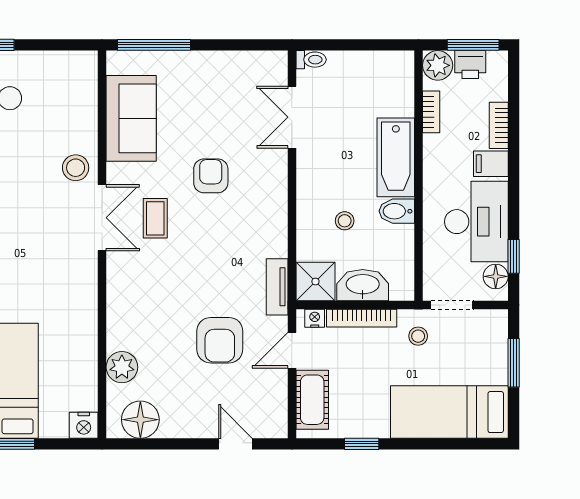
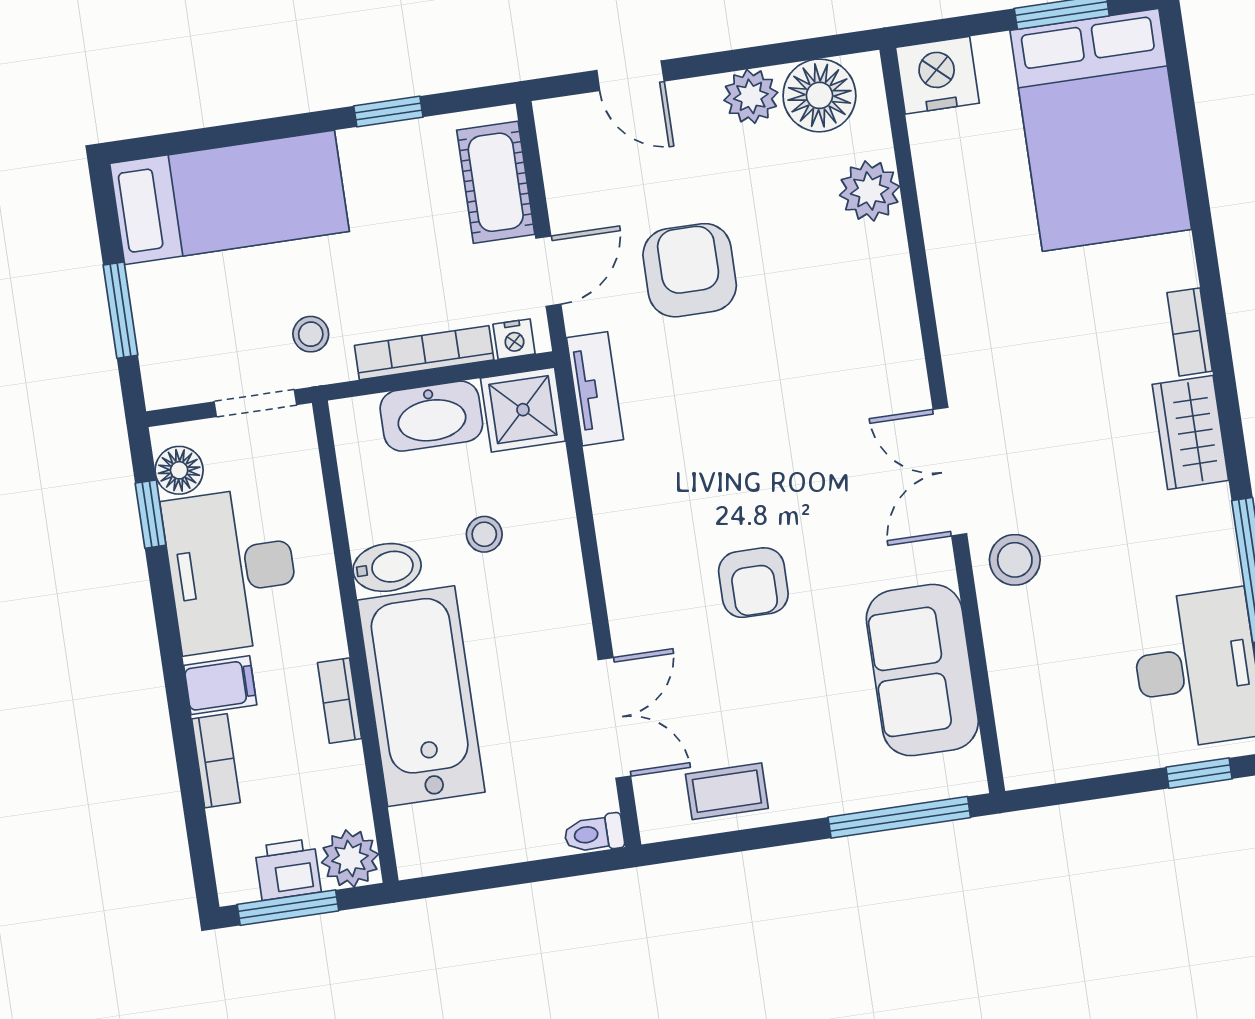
bookcase: (431, 112) -> (339, 701), moved
bathtub: (396, 157) -> (421, 696), width x1.36, depth x1.36
coffee table: (155, 218) -> (727, 791), moved, turned 90
plant: (175, 424) -> (751, 96), added
nightstand: (84, 425) -> (937, 75), width x1.36, depth x1.33

